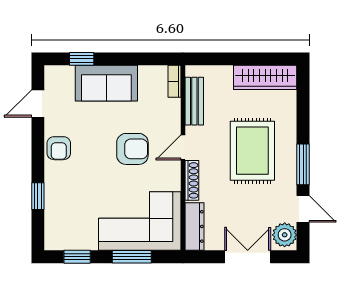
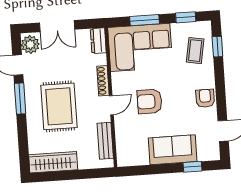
bookcase: (175, 81) -> (121, 155), removed
window: (38, 196) -> (217, 47), moved
coffee table: (68, 212) -> (195, 51), added
dresser: (195, 226) -> (98, 41), width x0.70

